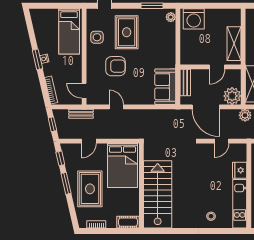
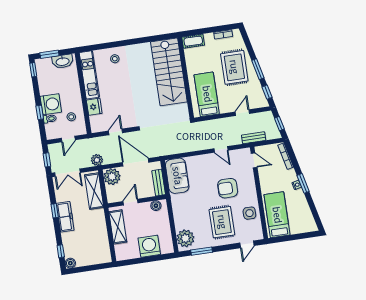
plant: (171, 17) -> (185, 238), width x1.88, depth x1.88
washing machine: (194, 19) -> (149, 246), moved
boiler: (192, 59) -> (156, 206), added
bed: (122, 166) -> (207, 94), width x0.67

